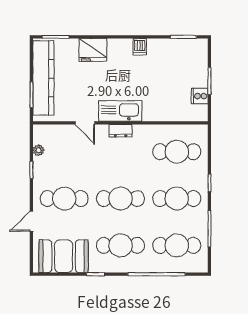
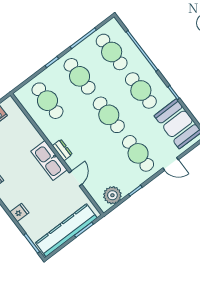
fridge: (93, 50) -> (19, 212), width x0.53, depth x0.75
plant: (39, 150) -> (112, 195), width x1.87, depth x1.87

